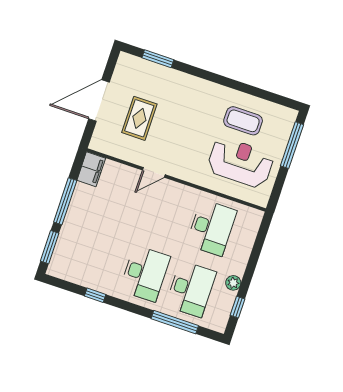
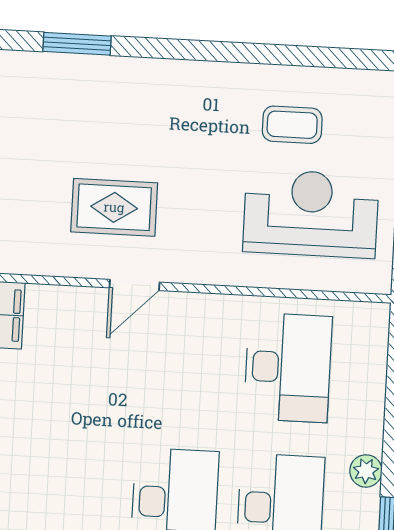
rug: (139, 118) -> (114, 207), moved, turned 90
coffee table: (243, 121) -> (292, 125), width x0.73, depth x0.77

